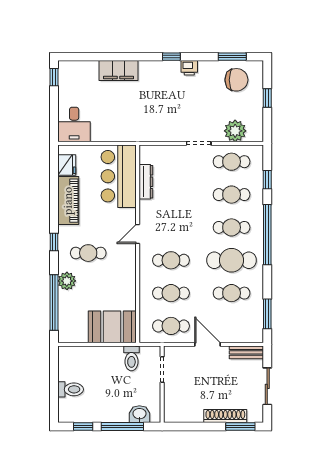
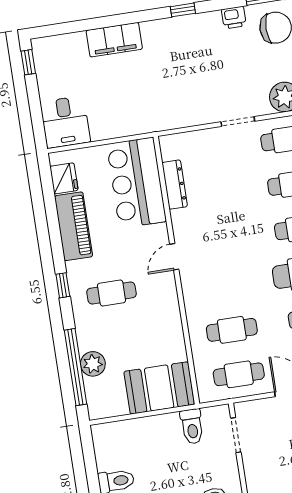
printer: (189, 68) -> (234, 18), moved
cafe table: (171, 260) -> (225, 285), removed
plant: (67, 281) -> (93, 364), moved

